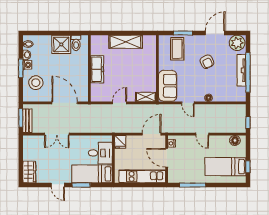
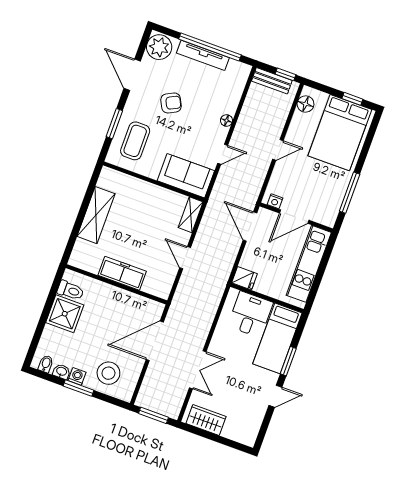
coffee table: (177, 49) -> (135, 141), turned 90
bench: (27, 121) -> (272, 81), moved
bed: (225, 167) -> (340, 133), width x1.50
wardrobe: (29, 172) -> (206, 420), moved

